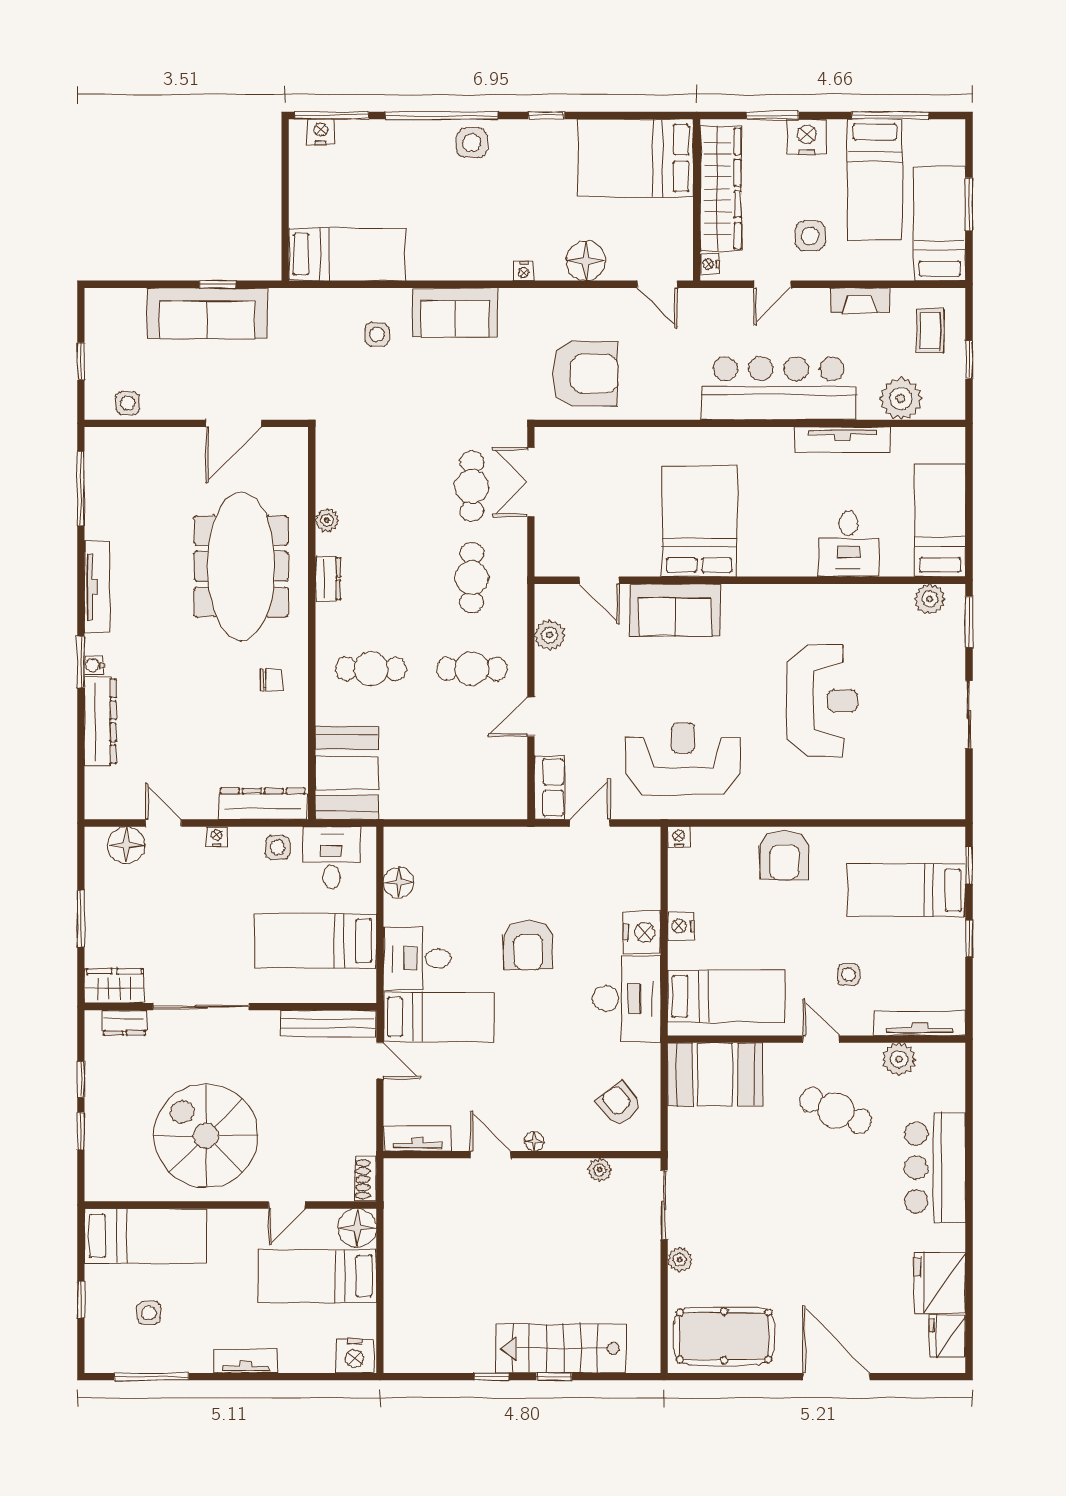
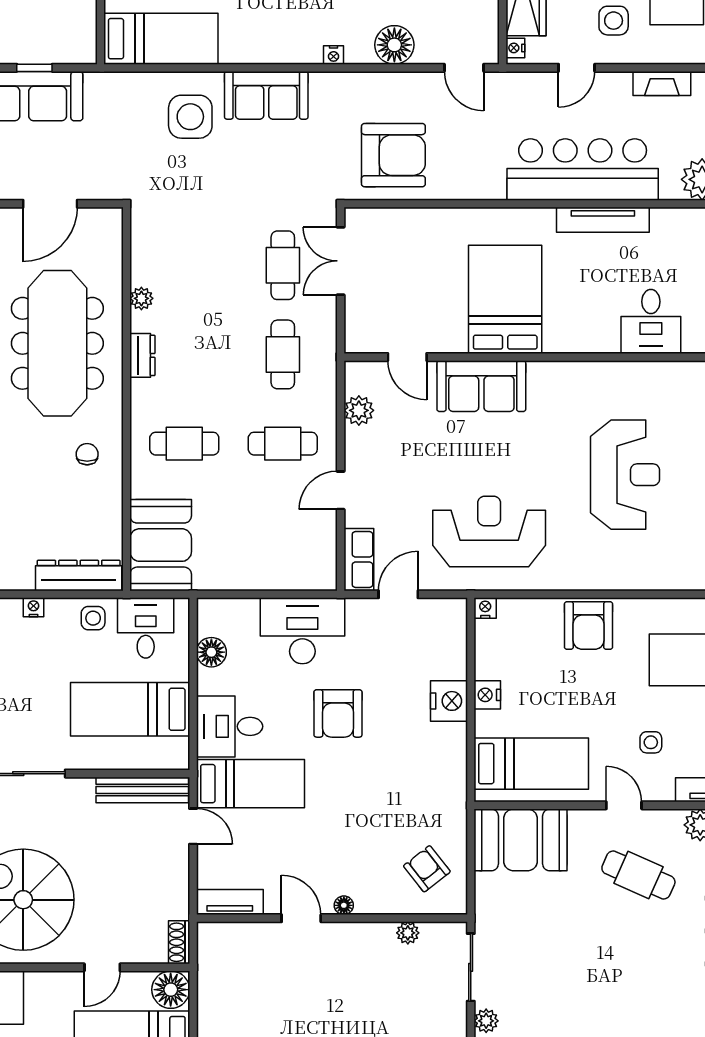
side table: (377, 334) -> (190, 117), width x1.87, depth x1.87
tv unit: (842, 440) -> (603, 220), moved
chair: (271, 680) -> (87, 454), turned -90
desk: (627, 999) -> (302, 631), moved, turned -90

